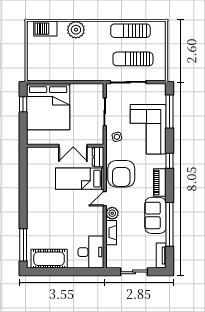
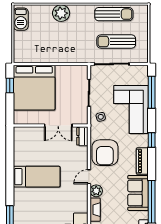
barbecue: (45, 29) -> (21, 19), moved, turned -90
sun lounger: (130, 31) -> (114, 14), turned 180
bed: (80, 179) -> (37, 177), moved, turned 180

